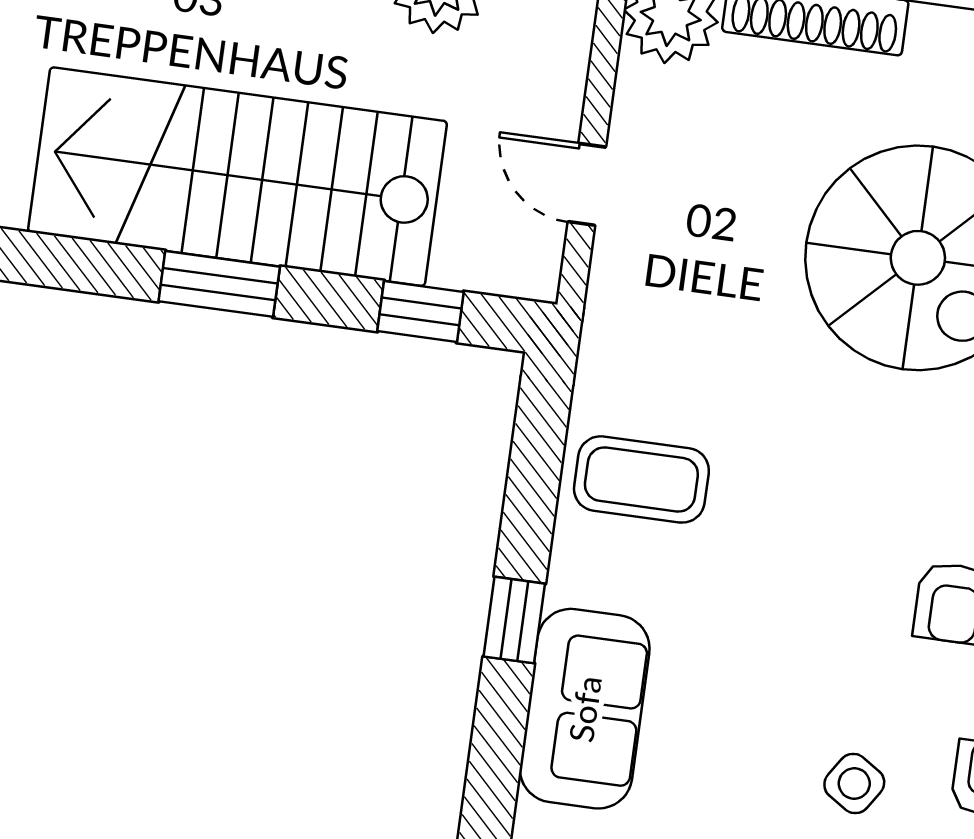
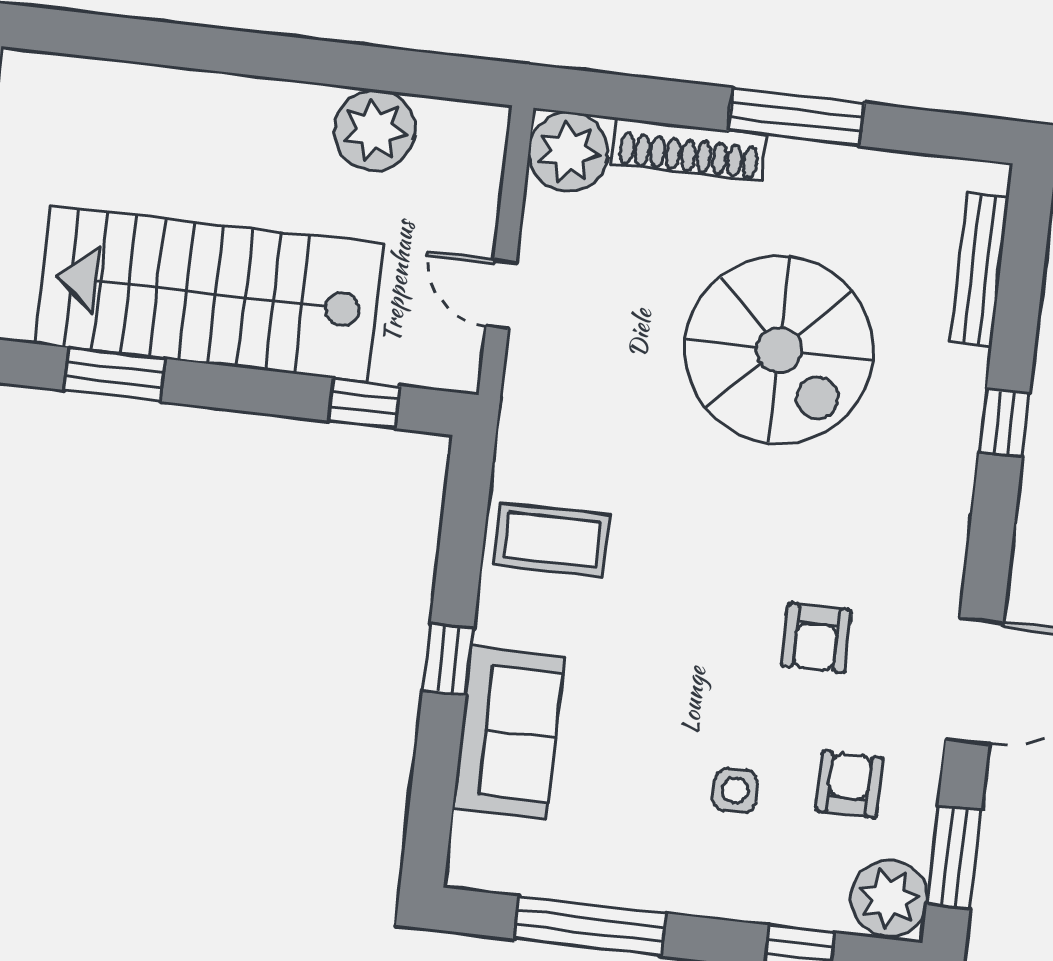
window: (219, 284) -> (114, 374), moved
side table: (854, 784) -> (735, 790), turned -33

